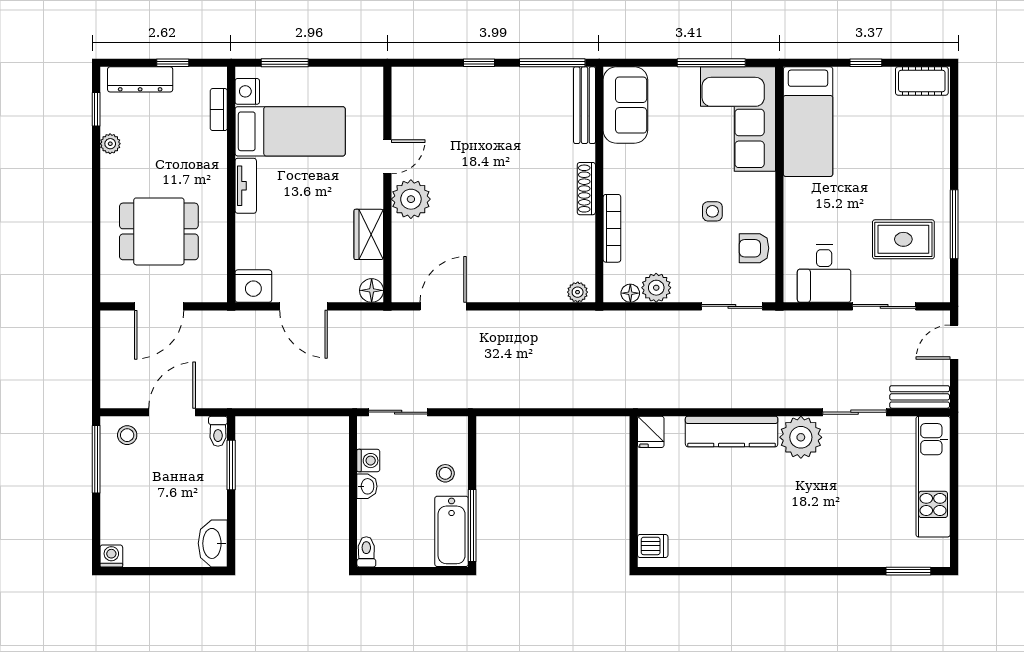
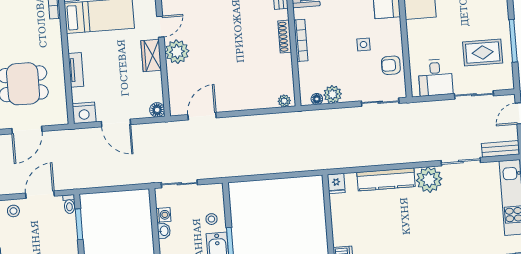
tv unit: (246, 186) -> (76, 70), moved
bookcase: (612, 228) -> (301, 40), moved
wardrobe: (369, 234) -> (151, 55), moved

